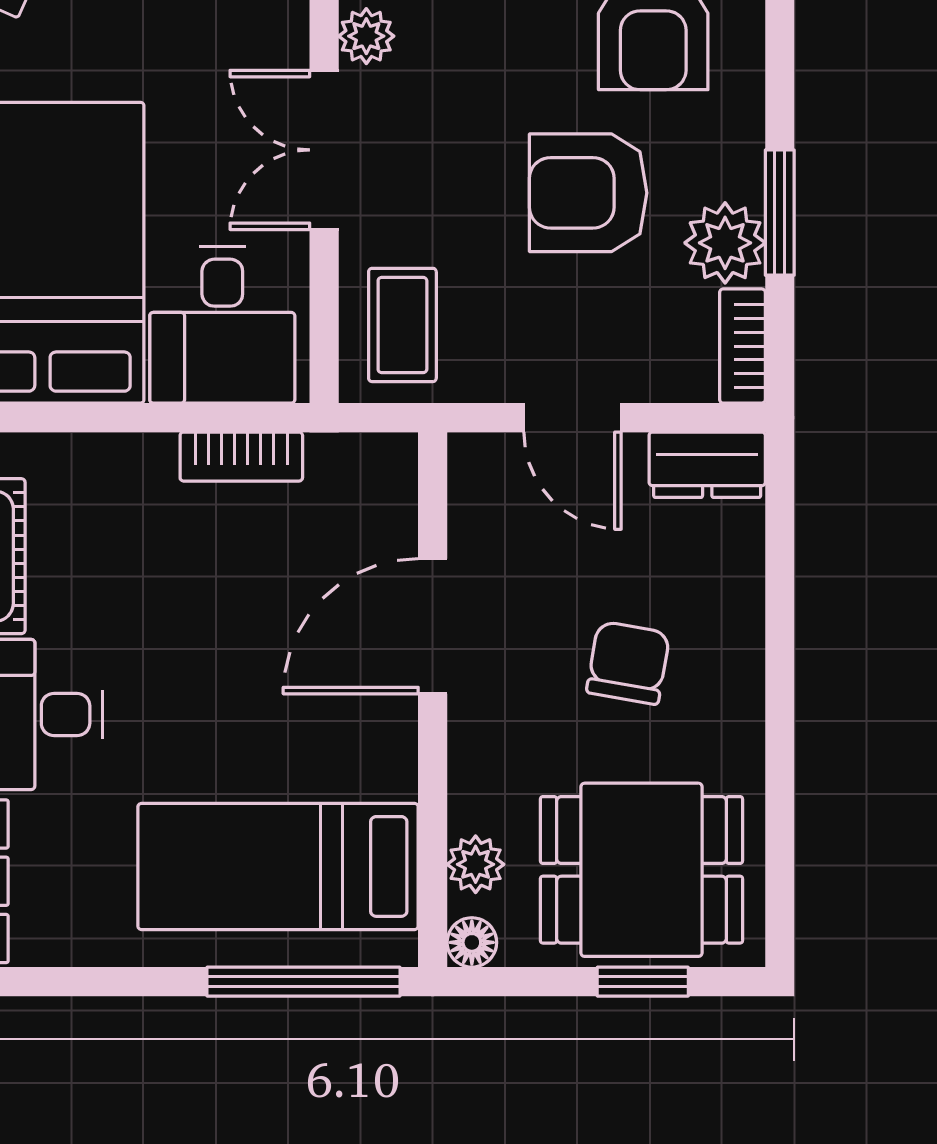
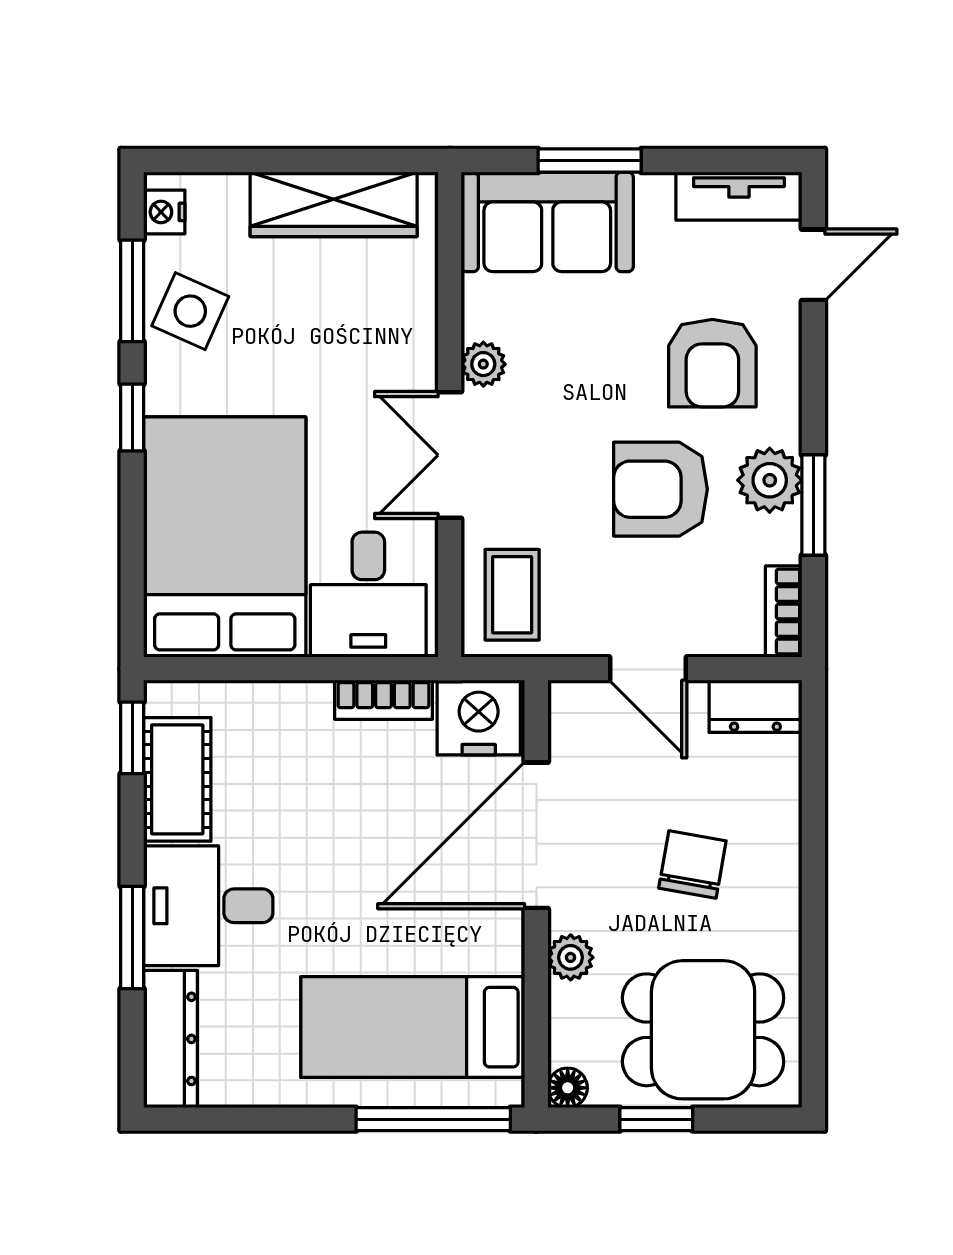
plant: (725, 243) -> (770, 480), moved
nightstand: (360, 479) -> (479, 718), added
door: (433, 626) -> (536, 835), width x1.36
plant: (476, 864) -> (571, 957), moved
window: (643, 982) -> (656, 1119), moved

